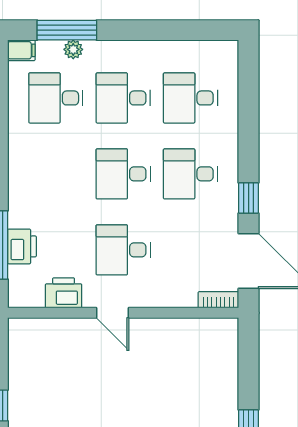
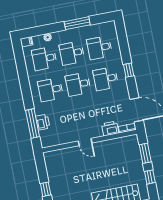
window: (67, 30) -> (77, 23), moved
window: (249, 198) -> (129, 70), moved
desk: (123, 250) -> (51, 90), moved
printer: (64, 293) -> (110, 128), moved
window: (249, 367) -> (145, 153), added

